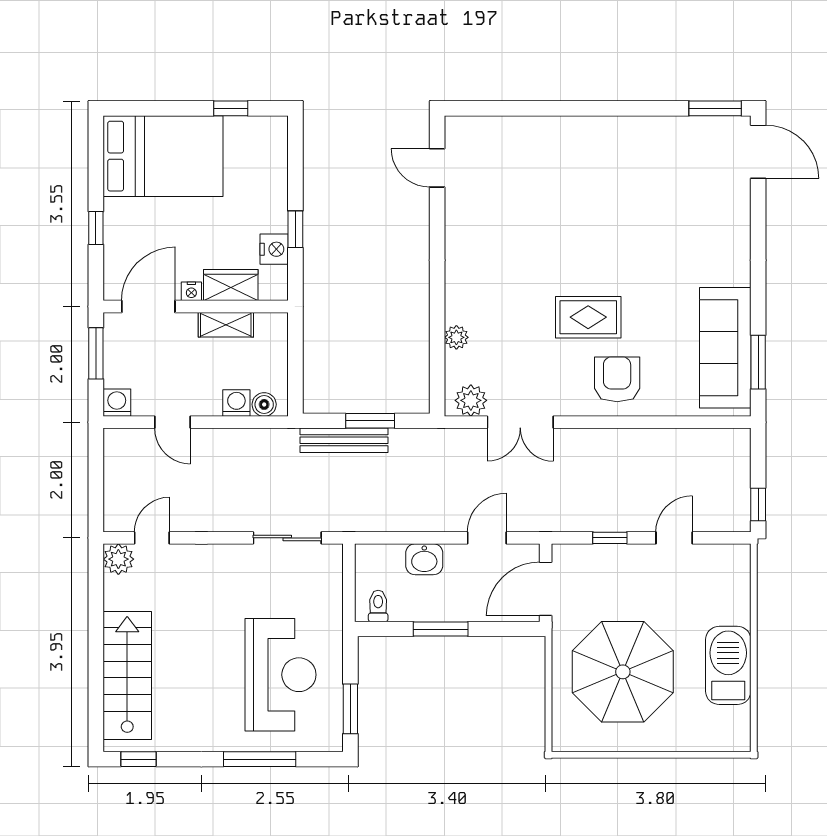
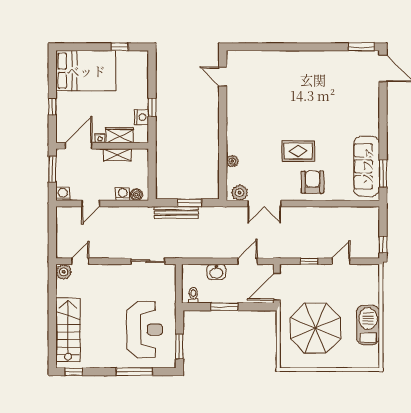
door: (172, 422) -> (91, 204), hinge flipped

